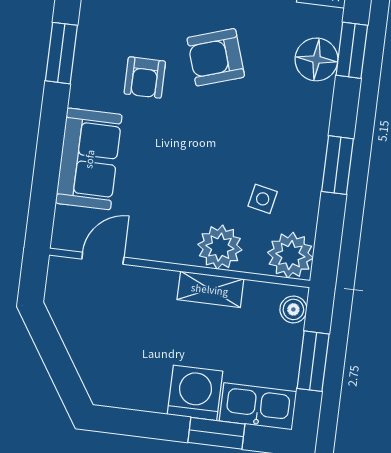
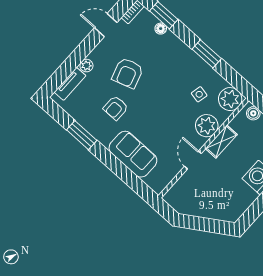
floor lamp: (316, 59) -> (161, 29), width x0.53, depth x0.53
armchair: (145, 78) -> (116, 108), turned 90
door: (103, 258) -> (193, 160), moved

